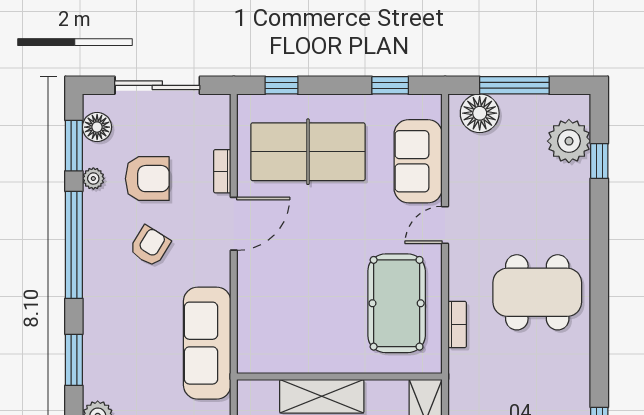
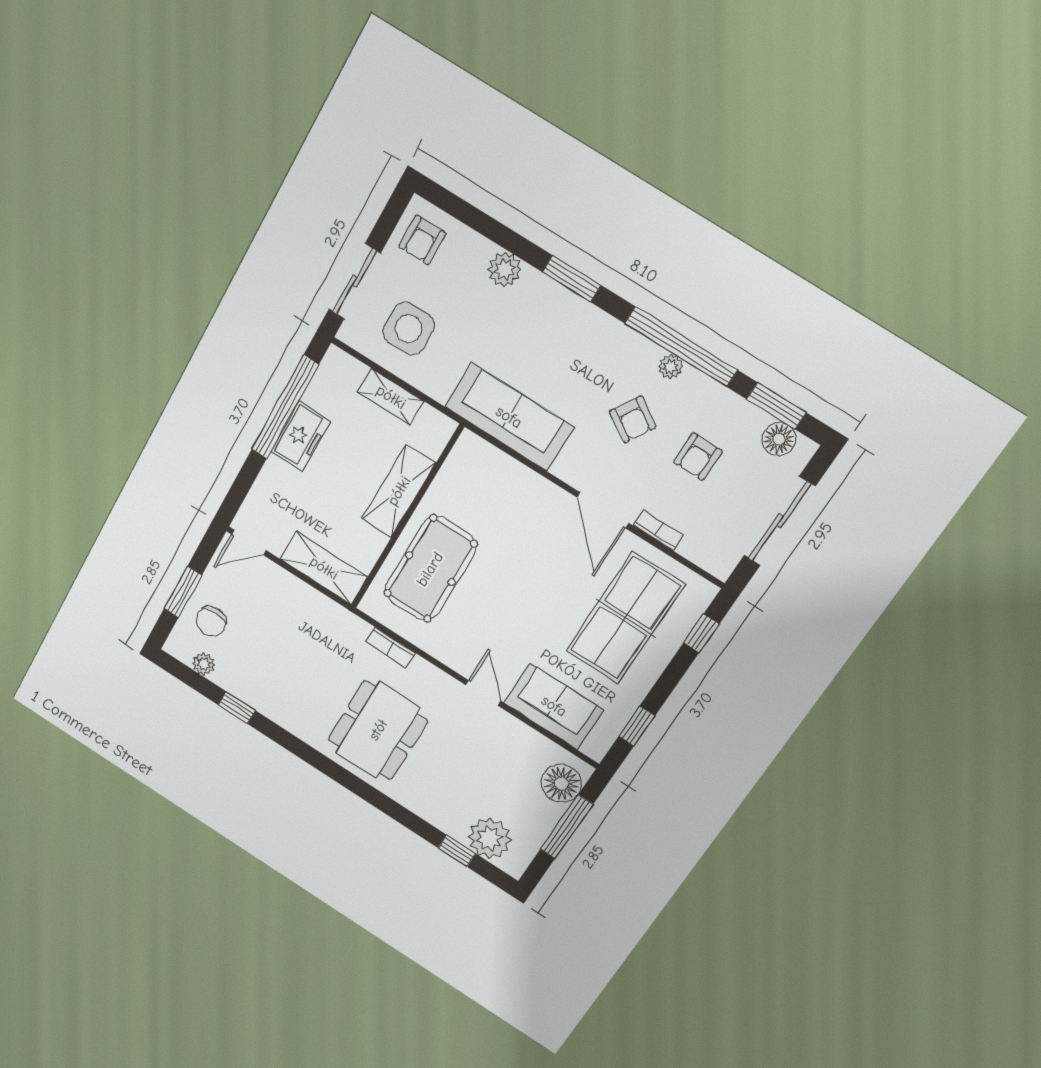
plant: (93, 179) -> (670, 367), moved
armchair: (147, 179) -> (698, 457), width x0.72, depth x0.72
pool table: (397, 303) -> (430, 569), moved, turned 90

